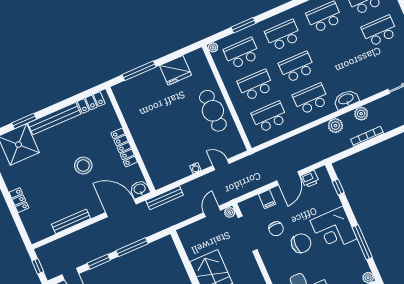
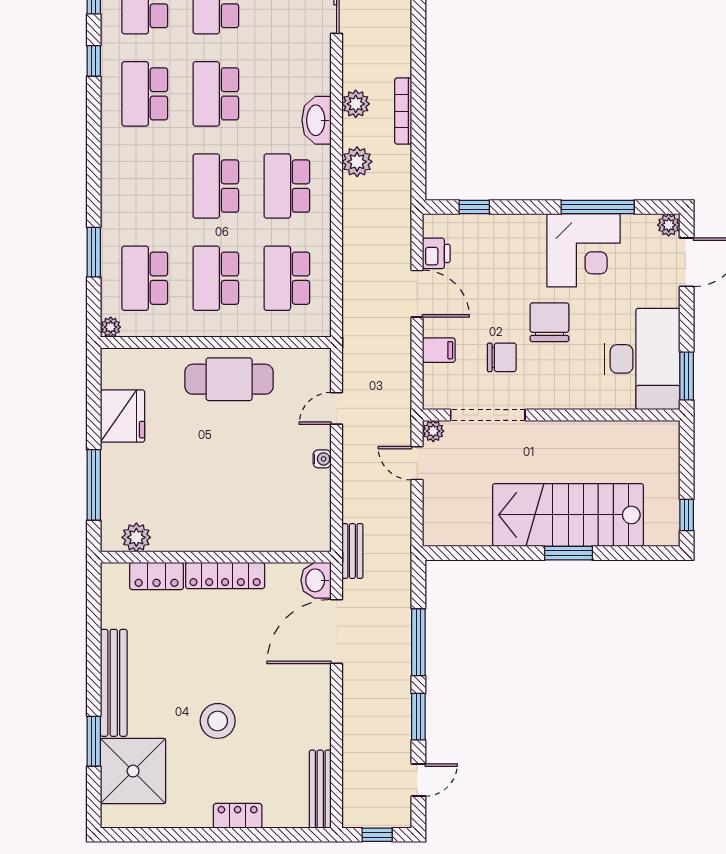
school desk: (283, 35) -> (216, 94), moved
plant: (124, 100) -> (136, 537), added
locker: (91, 103) -> (157, 576), moved, turned 90
stool: (83, 166) -> (218, 721), moved
bench: (165, 198) -> (352, 551), width x0.73
bench: (71, 221) -> (320, 789), moved
corner desk: (334, 230) -> (584, 250), moved

